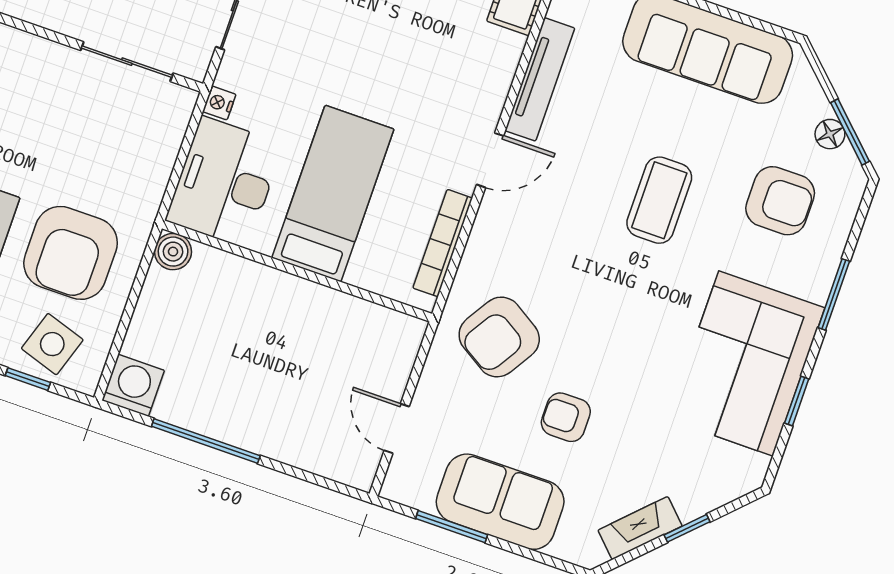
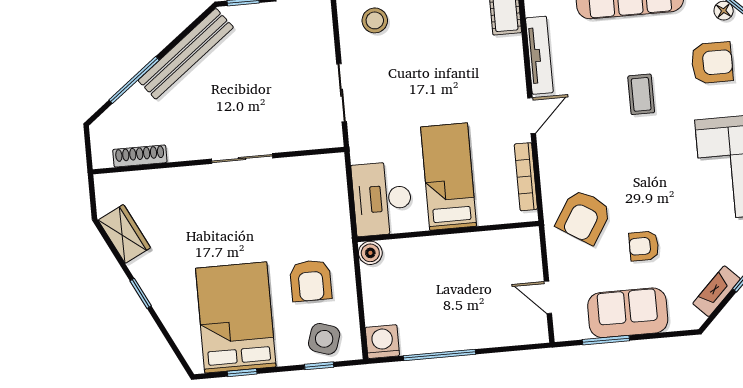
sliding door: (127, 62) -> (242, 159), moved
nightstand: (219, 103) -> (358, 154), removed
coffee table: (659, 200) -> (641, 94), width x0.73, depth x0.77
armchair: (71, 253) -> (311, 281), width x0.73, depth x0.73

